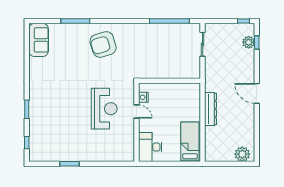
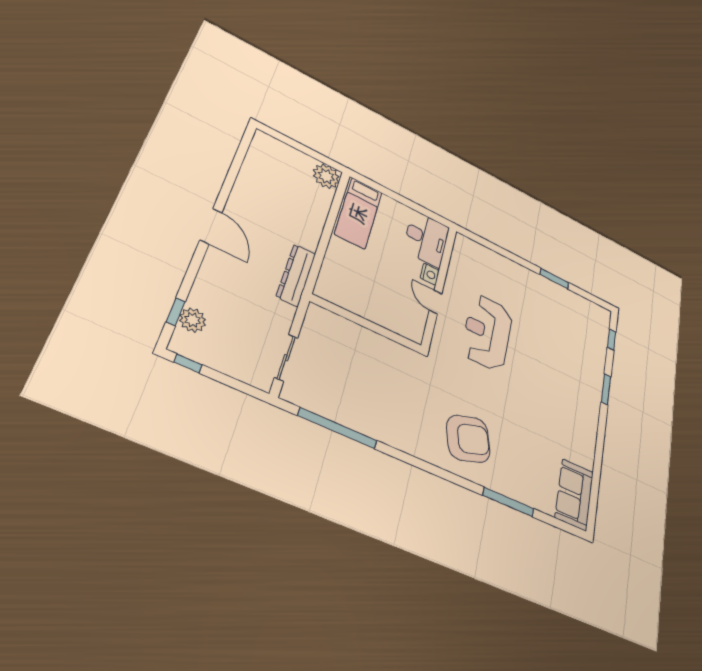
nightstand: (143, 97) -> (430, 274), moved
dresser: (211, 109) -> (296, 275), moved
plant: (242, 154) -> (326, 176), moved

